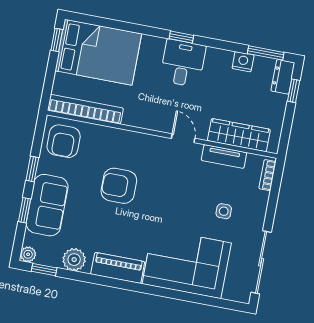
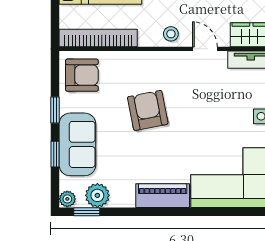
stool: (154, 118) -> (171, 34), added
armchair: (64, 141) -> (82, 75), turned -90
armchair: (119, 186) -> (148, 110), turned 79
plant: (74, 260) -> (97, 195), moved

